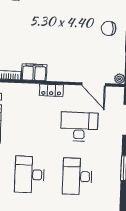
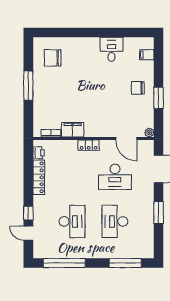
desk: (79, 127) -> (115, 177), turned 180
desk: (29, 175) -> (72, 221), turned 180

